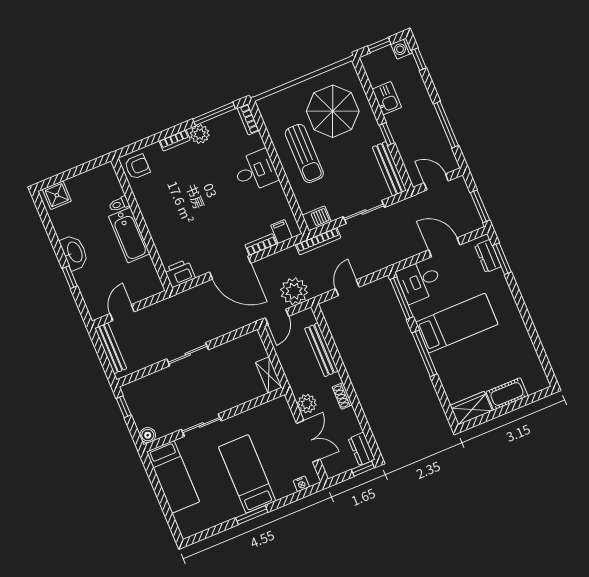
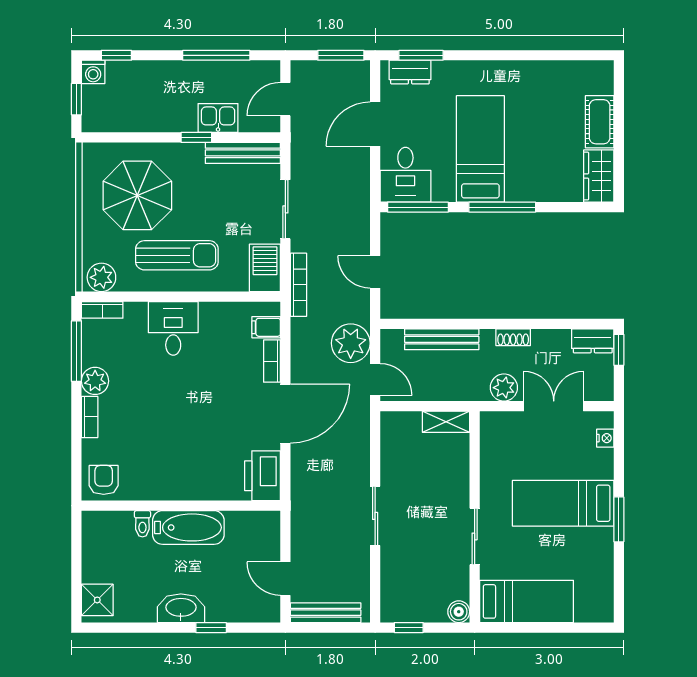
kitchen sink: (387, 98) -> (218, 118), moved
plant: (269, 110) -> (101, 277), added
barbecue: (317, 218) -> (265, 268), width x1.38, depth x1.27
printer: (180, 273) -> (263, 476), width x1.37, depth x1.19

